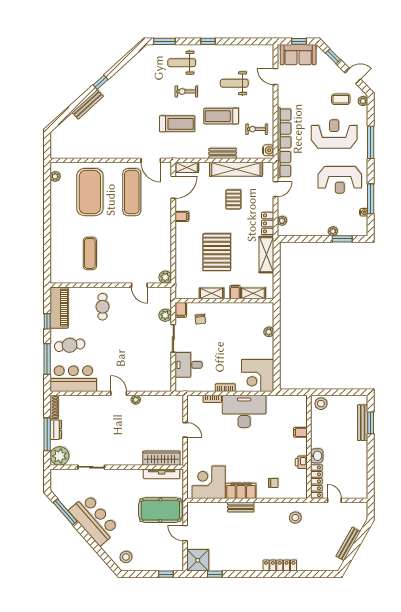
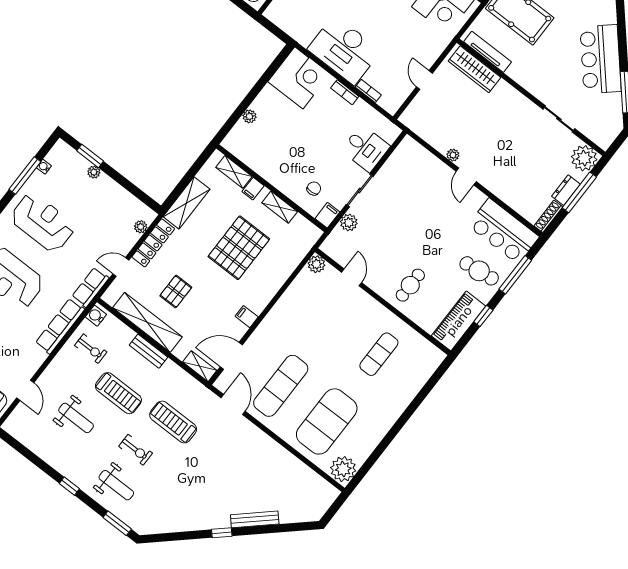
plant: (55, 177) -> (343, 469), width x1.88, depth x1.88
locker: (268, 223) -> (153, 243), width x1.53

